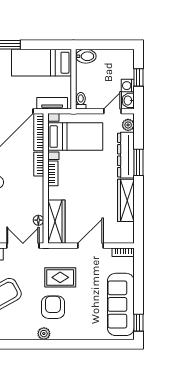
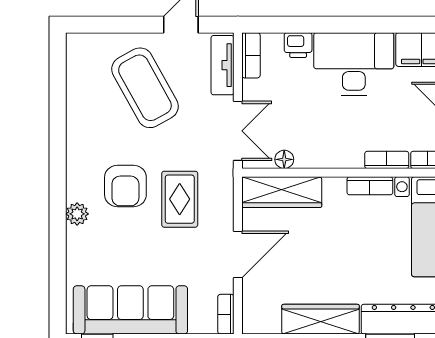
door: (90, 246) -> (238, 254), hinge flipped
armchair: (53, 307) -> (125, 186), turned 90
plant: (44, 334) -> (77, 214), moved

